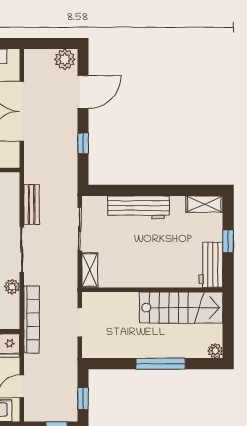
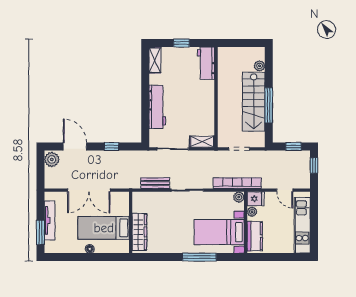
workbench: (211, 265) -> (206, 63), moved, turned 90
plant: (12, 287) -> (239, 197), moved
stairs: (181, 308) -> (254, 102), moved, turned 180
plant: (215, 351) -> (260, 66), moved
window: (161, 364) -> (269, 105), moved

